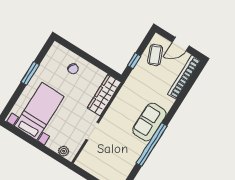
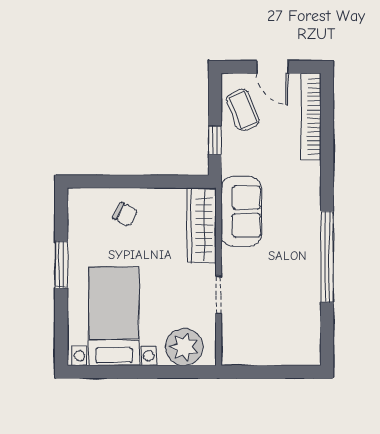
door: (181, 44) -> (272, 67), hinge flipped
sofa: (149, 122) -> (241, 211), moved, turned 180
plant: (64, 151) -> (184, 347), width x1.88, depth x1.88

